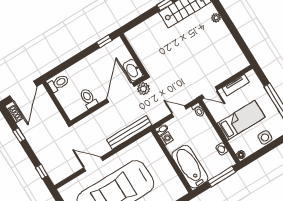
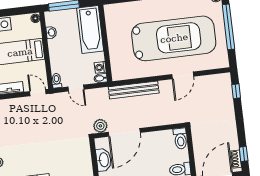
washbasin: (133, 70) -> (104, 160), moved
toilet: (88, 98) -> (180, 139), moved
window: (19, 135) -> (244, 154), moved
door: (93, 164) -> (183, 75), hinge flipped

